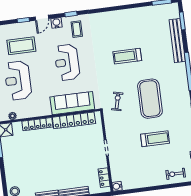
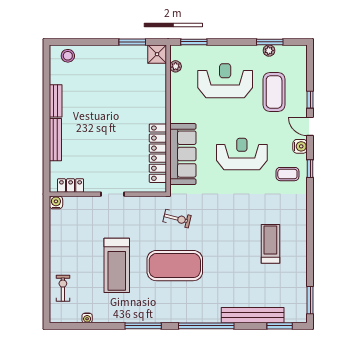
treadmill: (127, 56) -> (270, 244), moved
locker: (37, 124) -> (159, 100), removed
treadmill: (155, 139) -> (117, 265), width x1.37, depth x1.38

